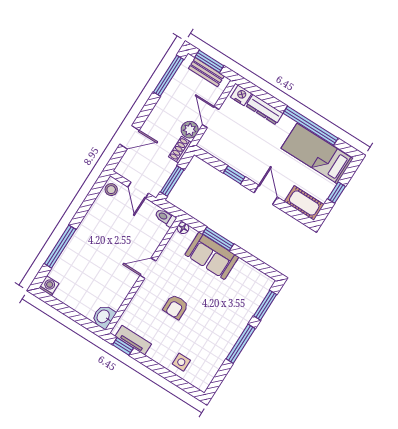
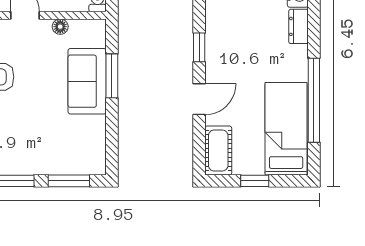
dresser: (264, 110) -> (298, 26), width x0.70
floor lamp: (183, 228) -> (60, 27), moved

